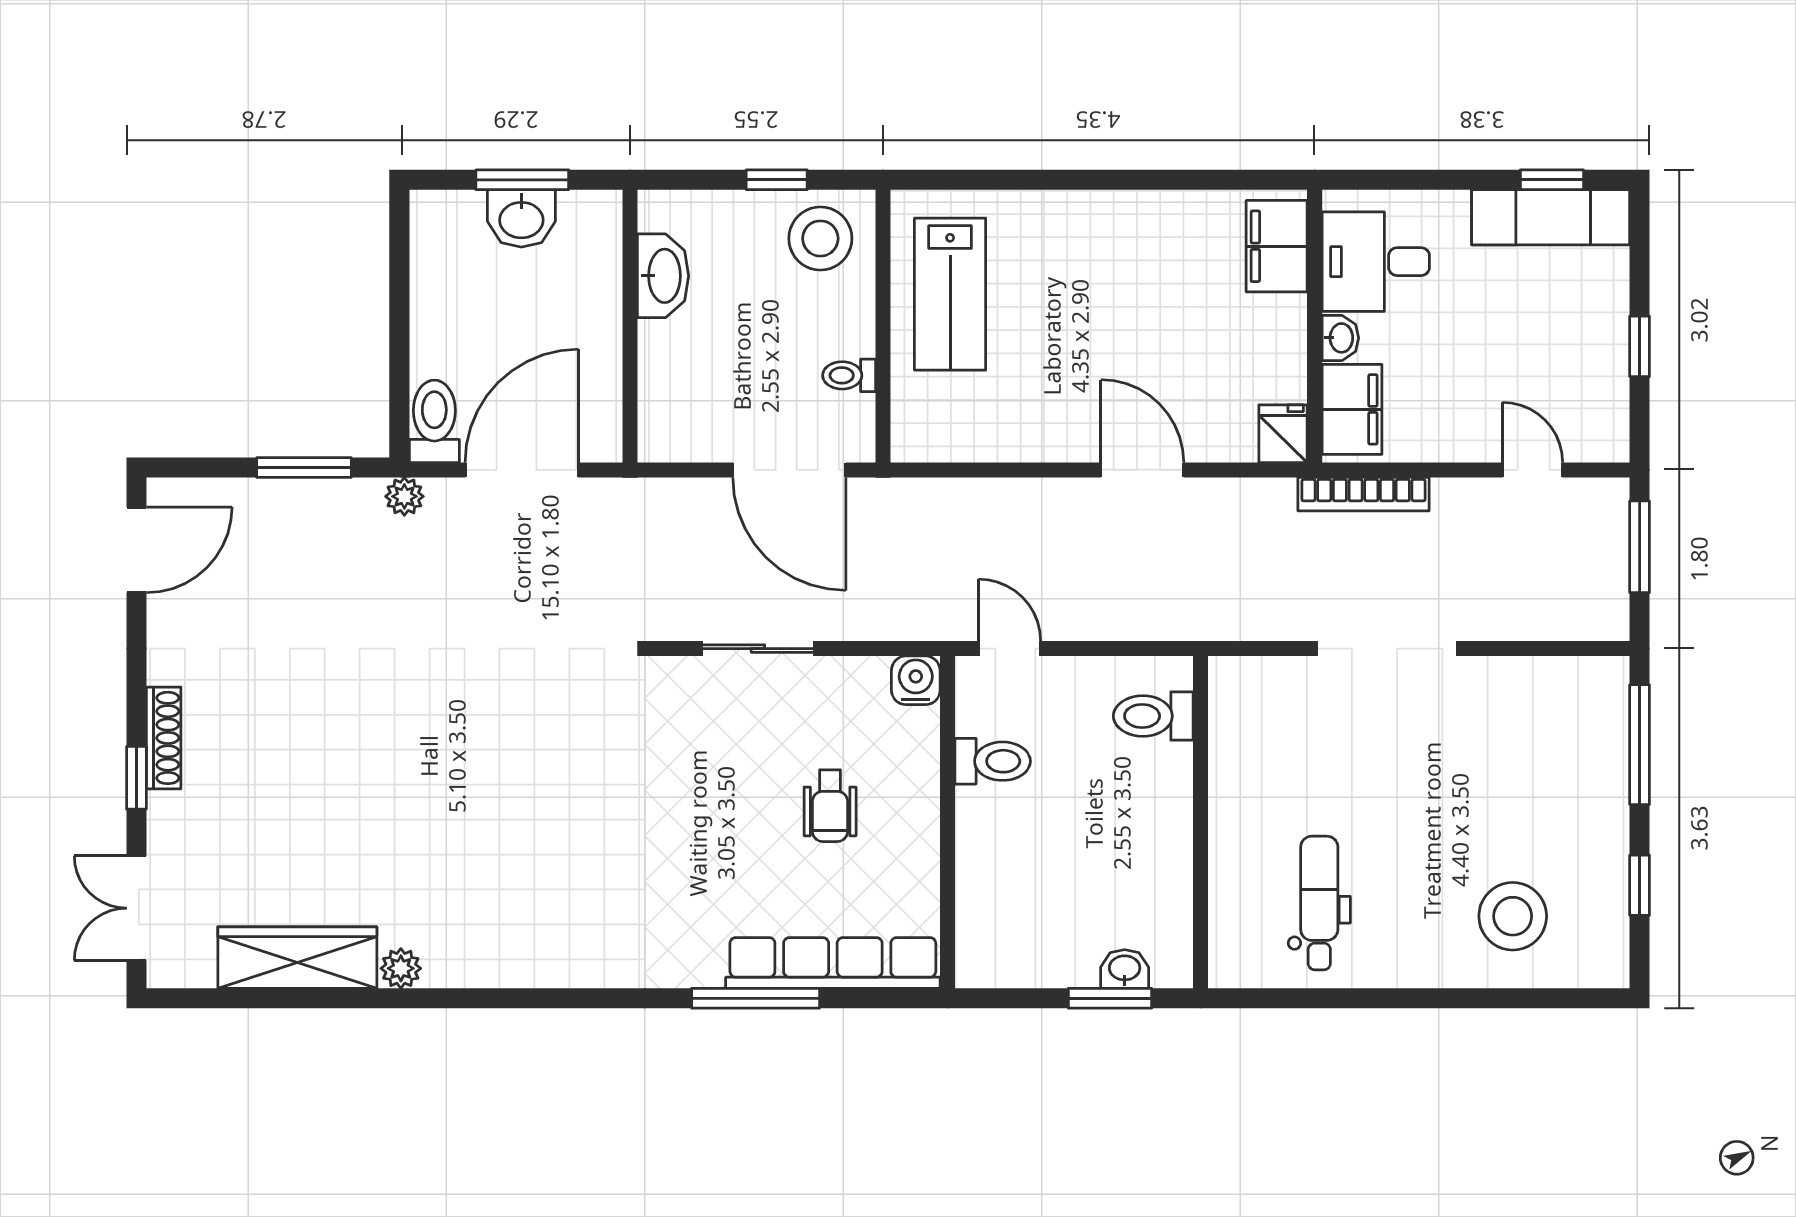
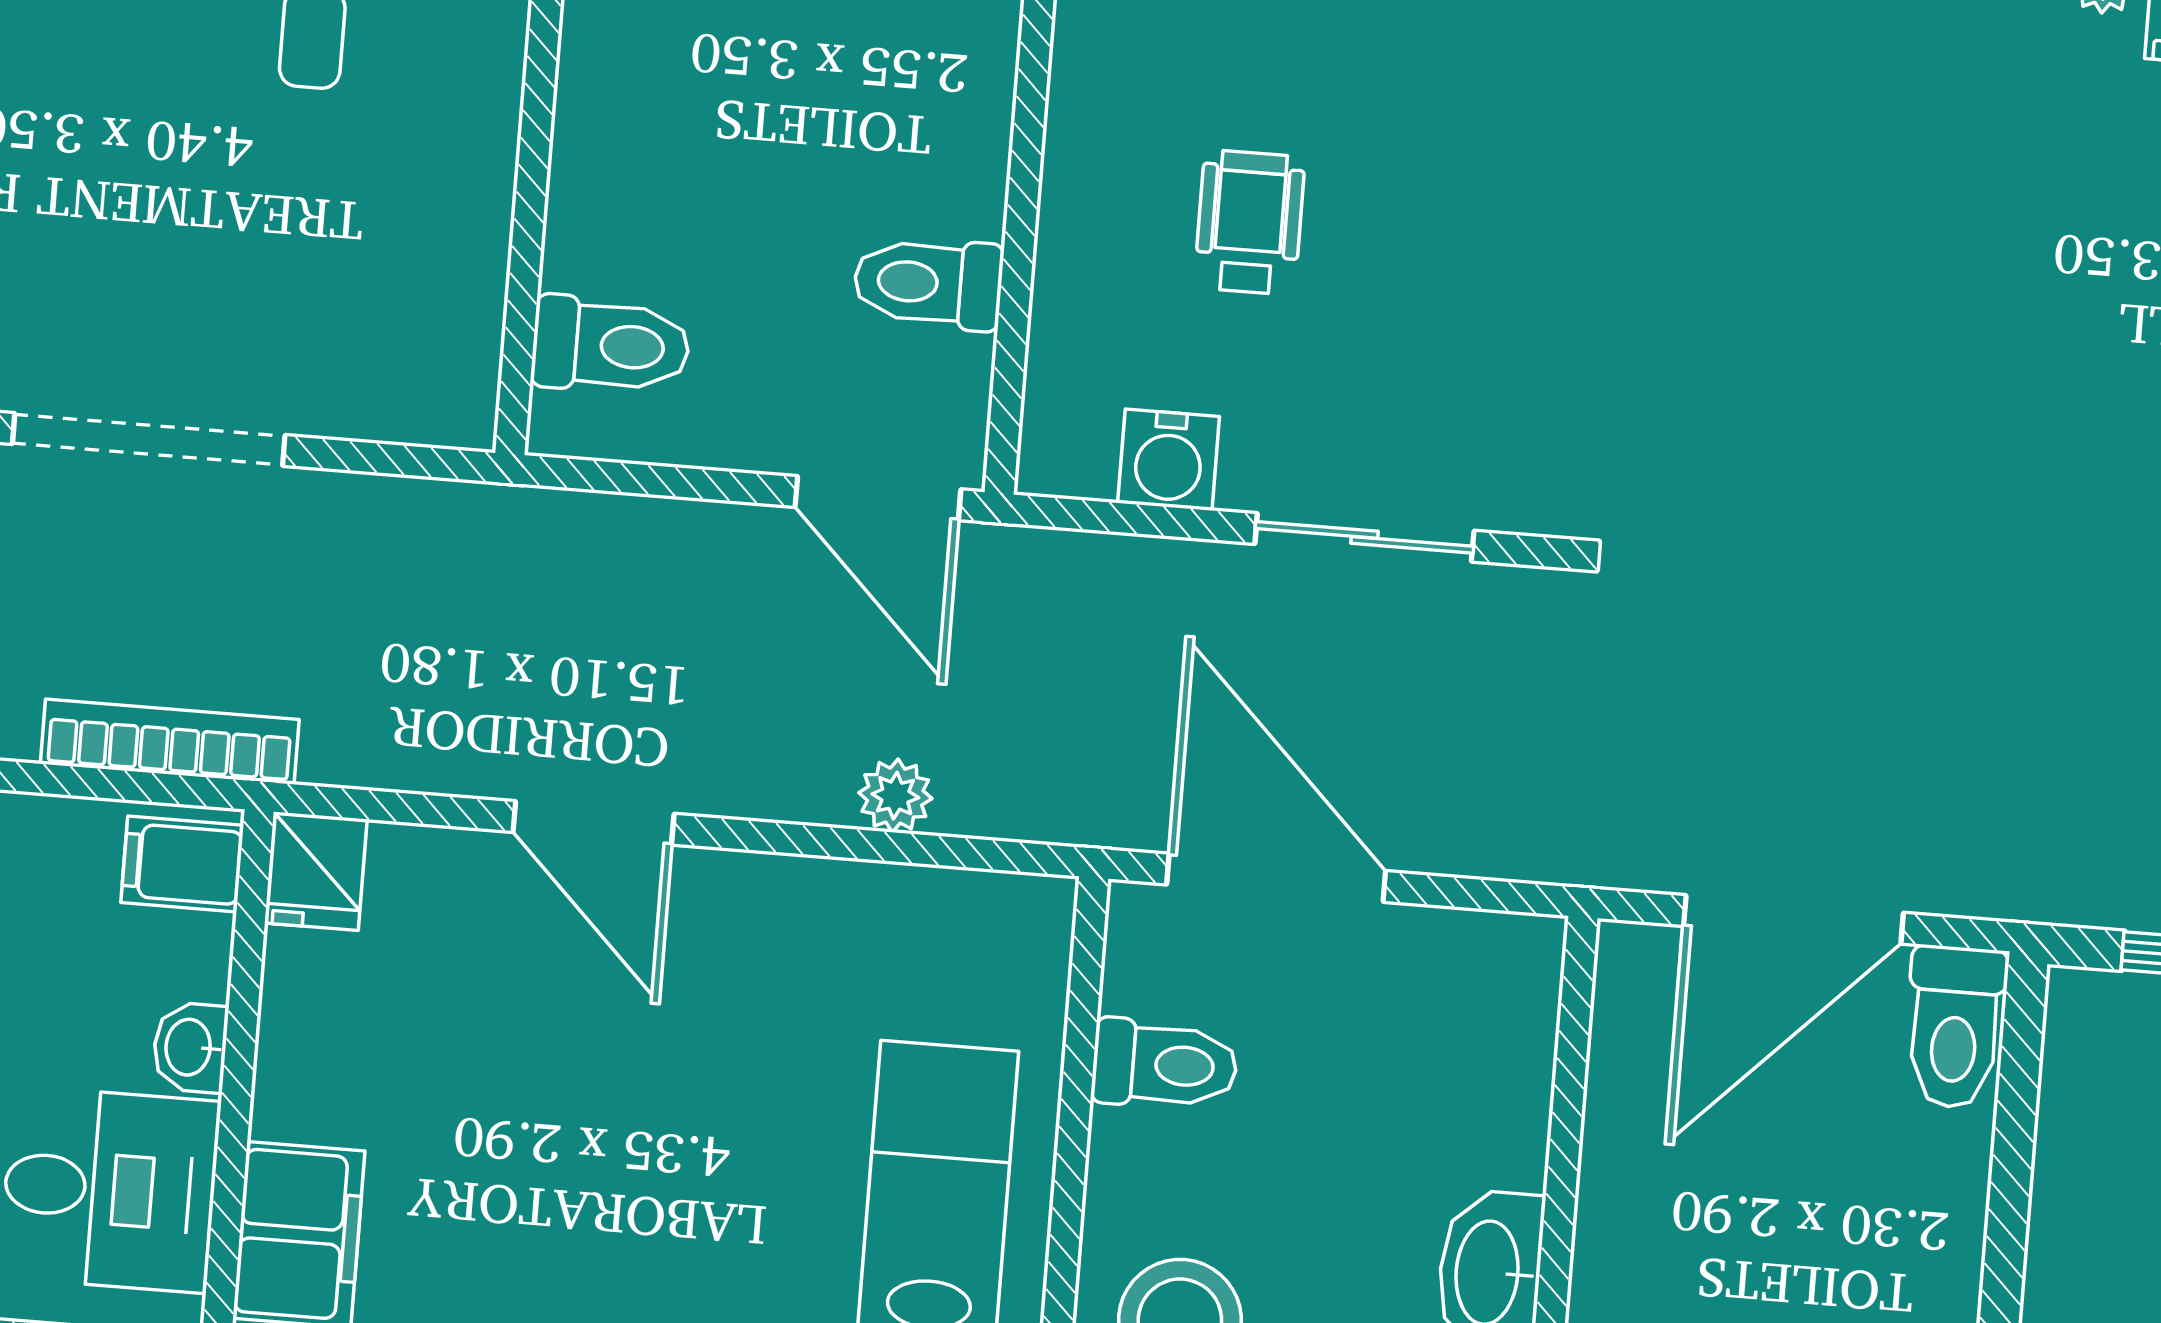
toilet: (849, 375) -> (1165, 1065), width x1.37, depth x1.39
filing cabinet: (1352, 409) -> (182, 864), width x0.50
plant: (404, 496) -> (895, 796), moved
door: (1010, 649) -> (878, 498), width x1.37
water cooler: (916, 680) -> (1169, 460), moved

